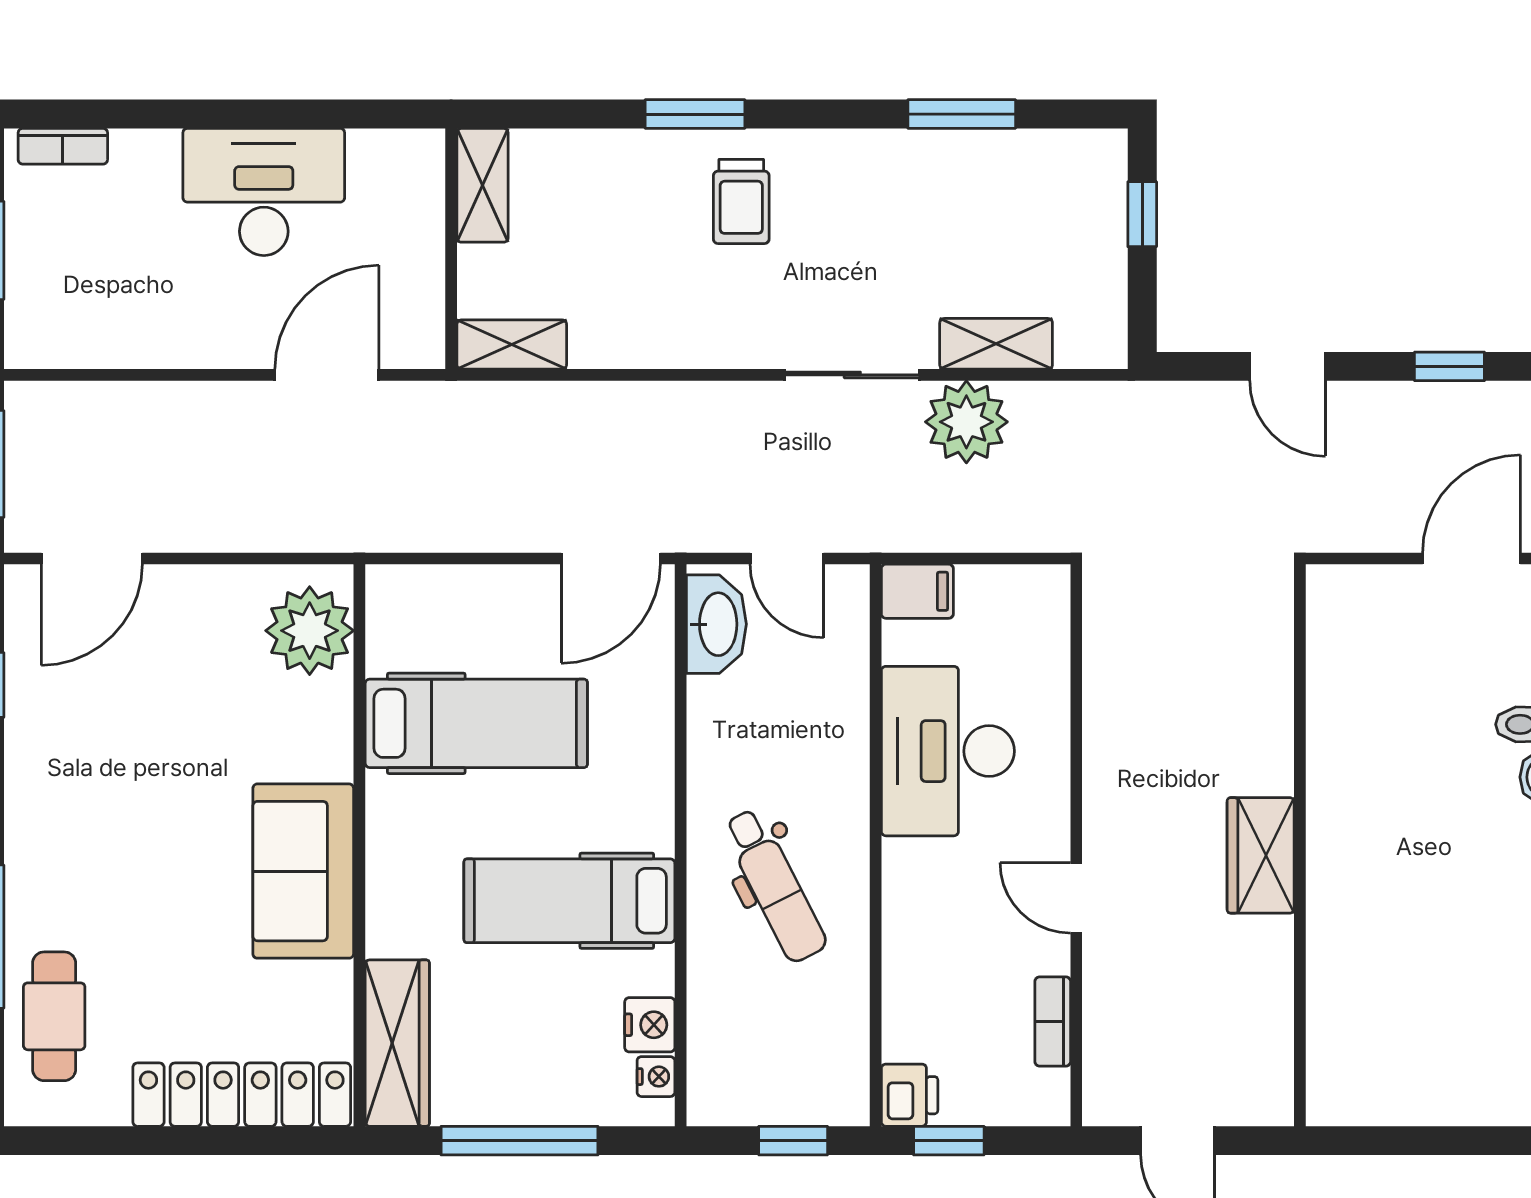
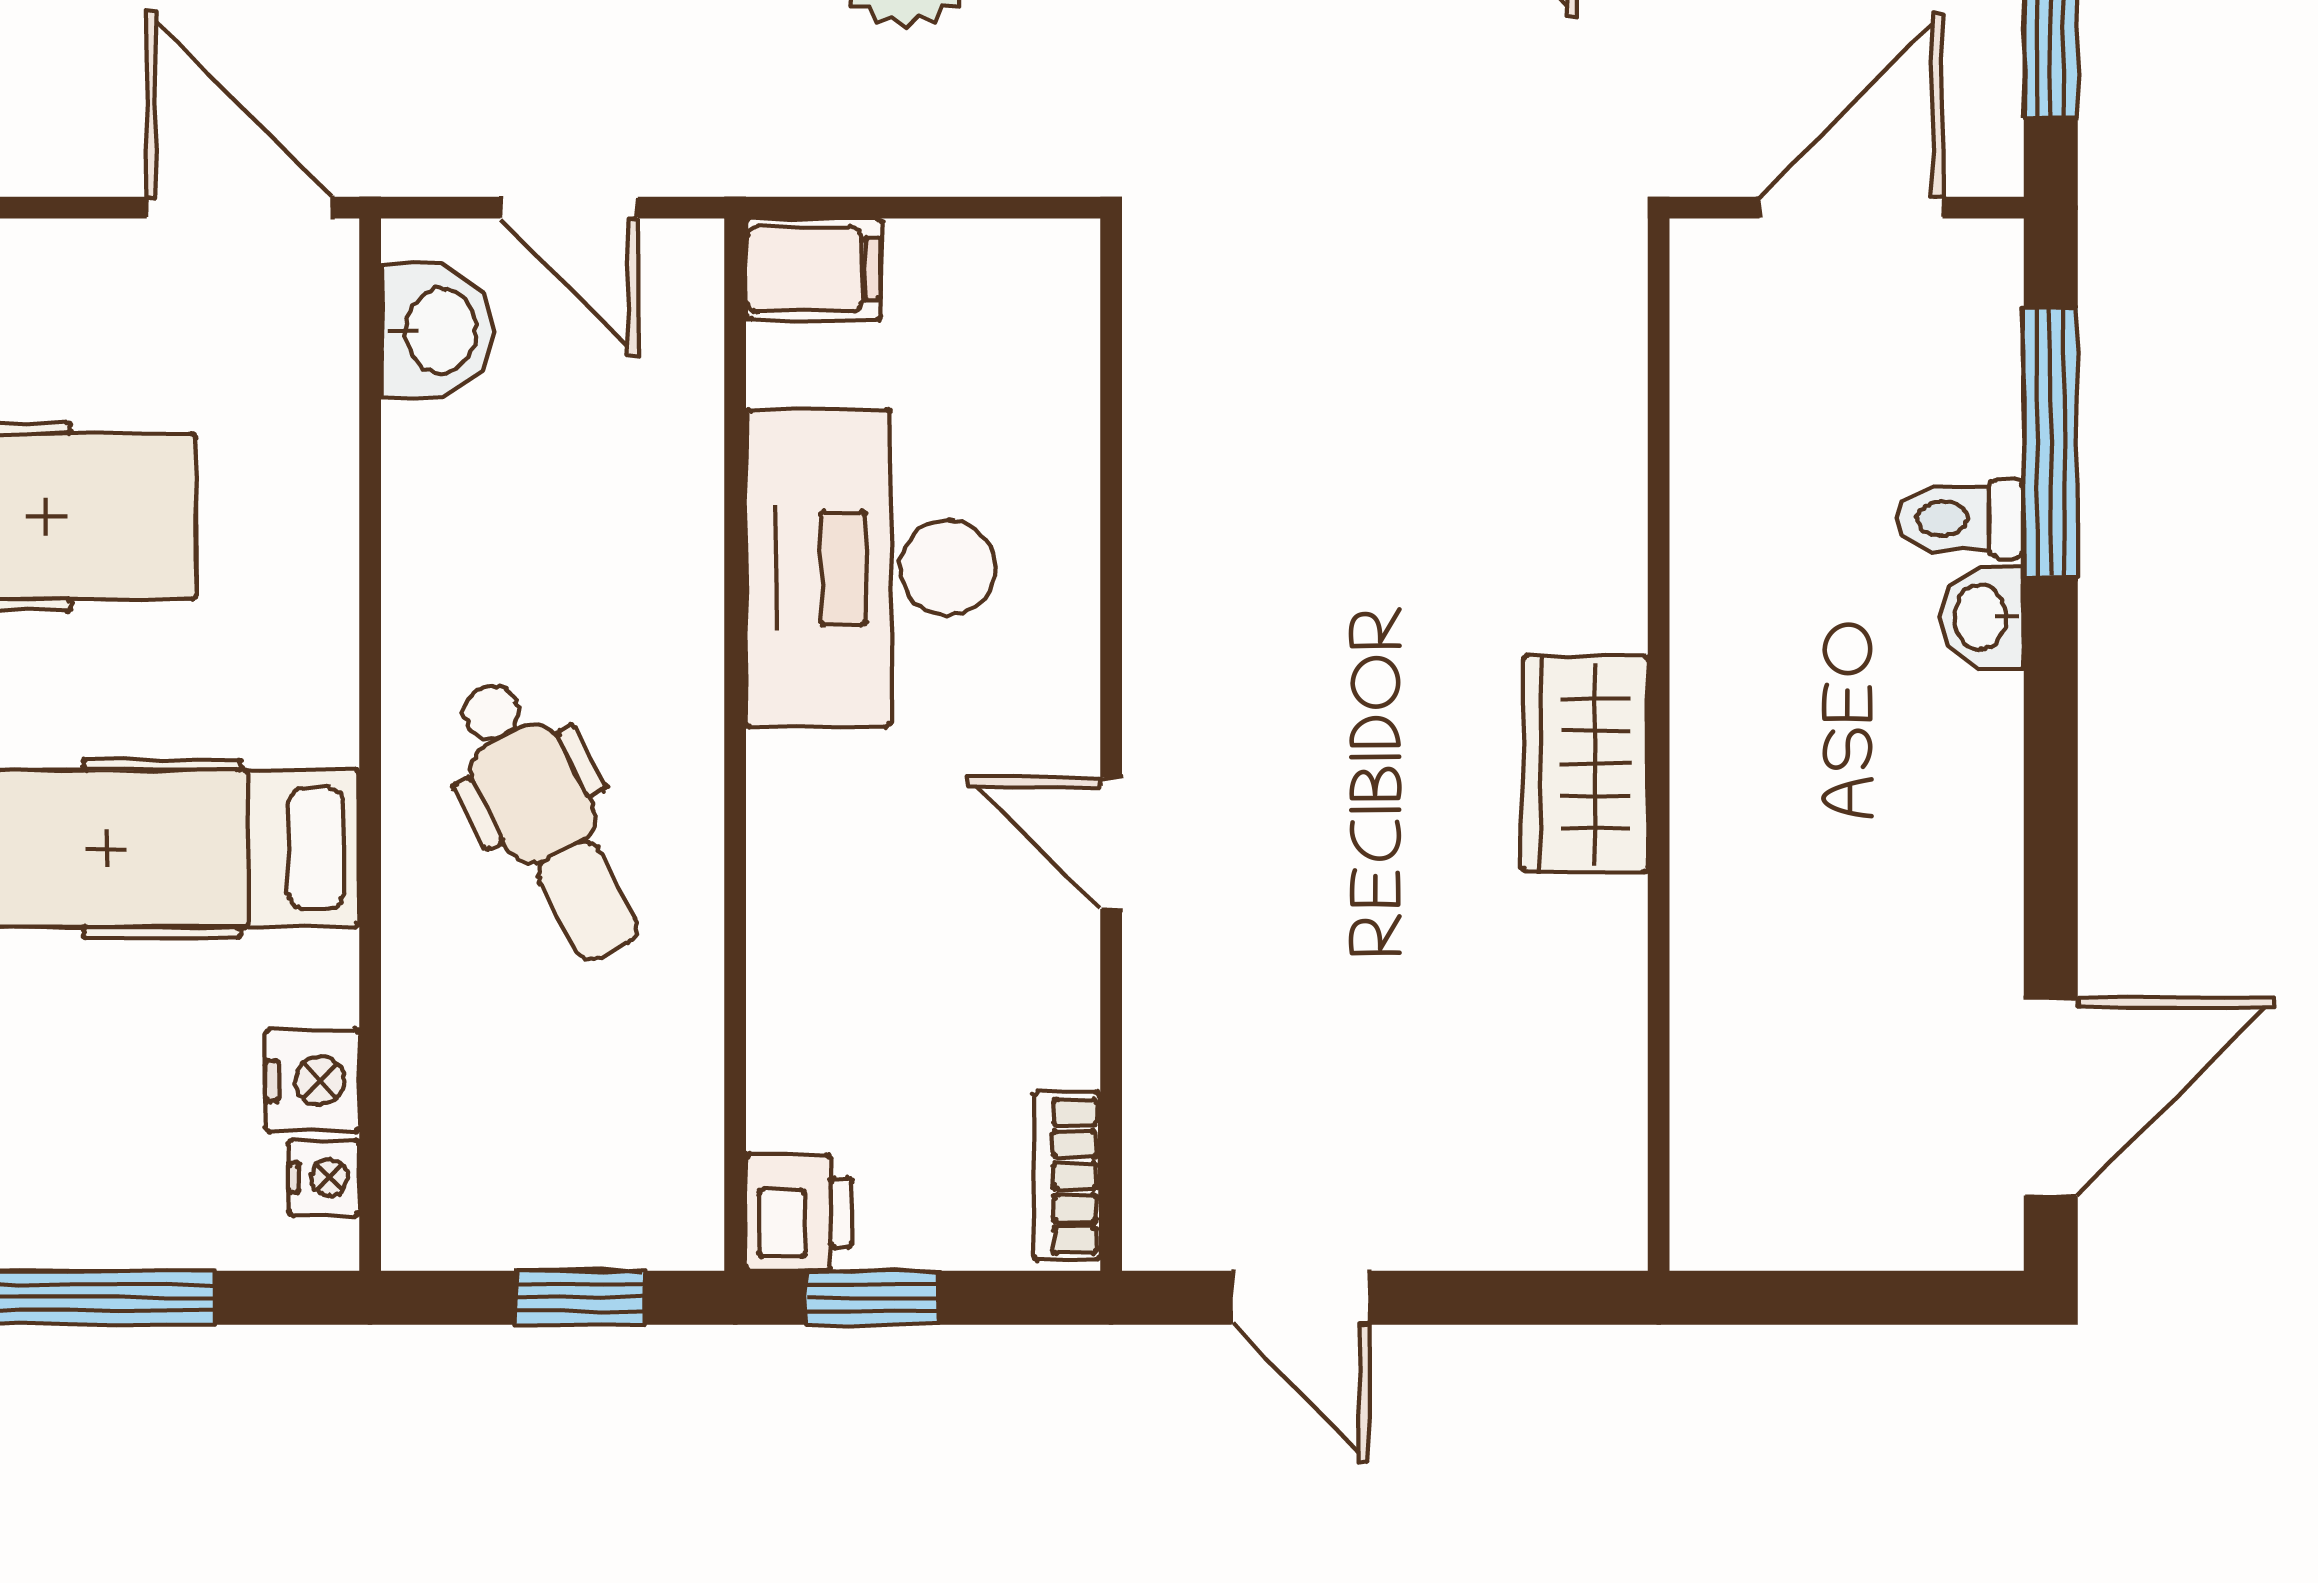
door: (611, 558) -> (239, 208), swing flipped
washbasin: (716, 624) -> (437, 331), width x0.72
wall: (1300, 845) -> (1659, 745), moved
wardrobe: (1261, 855) -> (1585, 764), moved
bookcase: (1053, 1021) -> (1067, 1176), moved

